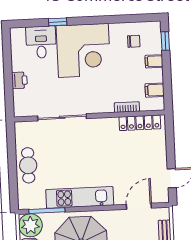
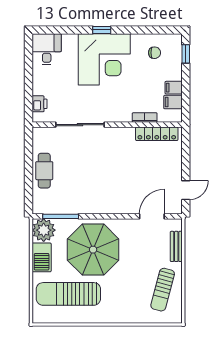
window: (58, 22) -> (102, 30), moved
desk: (41, 42) -> (47, 49), moved
filing cabinet: (154, 61) -> (174, 88), moved
printer: (19, 80) -> (39, 104), moved
kitchen unit: (80, 197) -> (94, 205), removed

